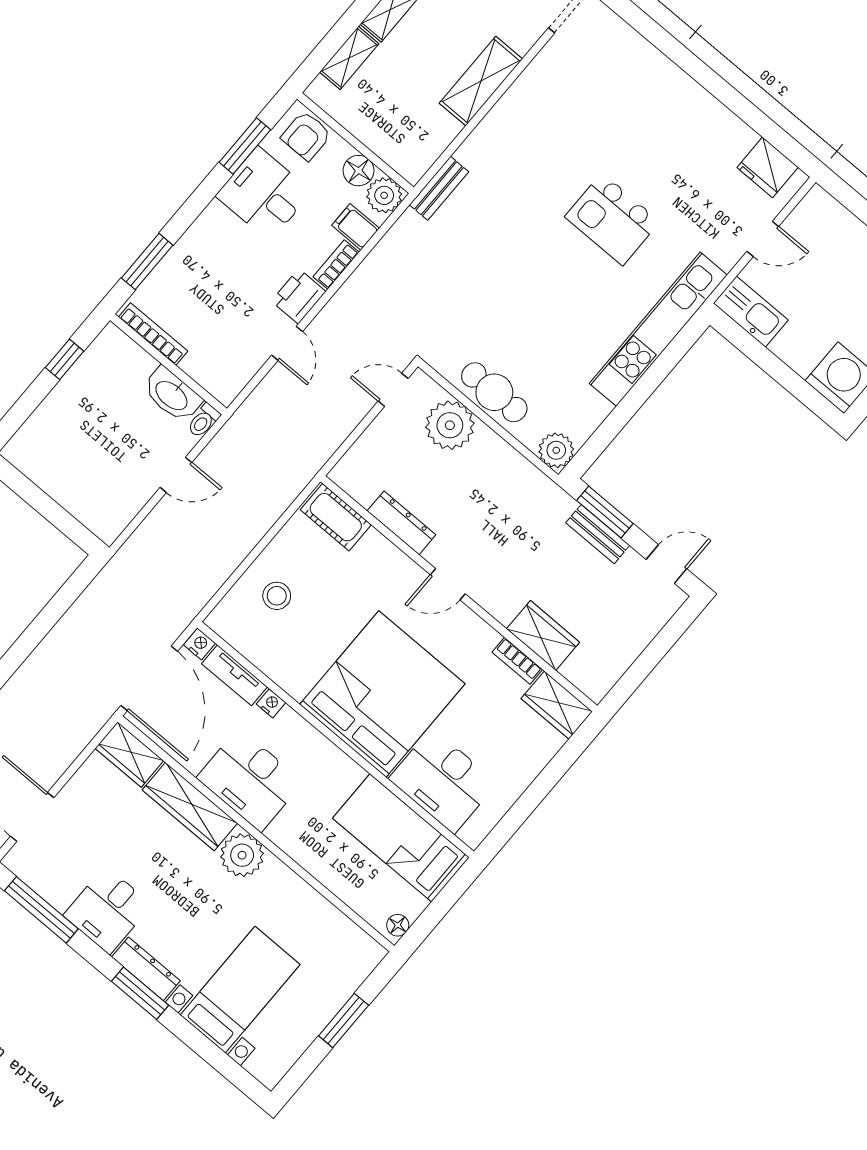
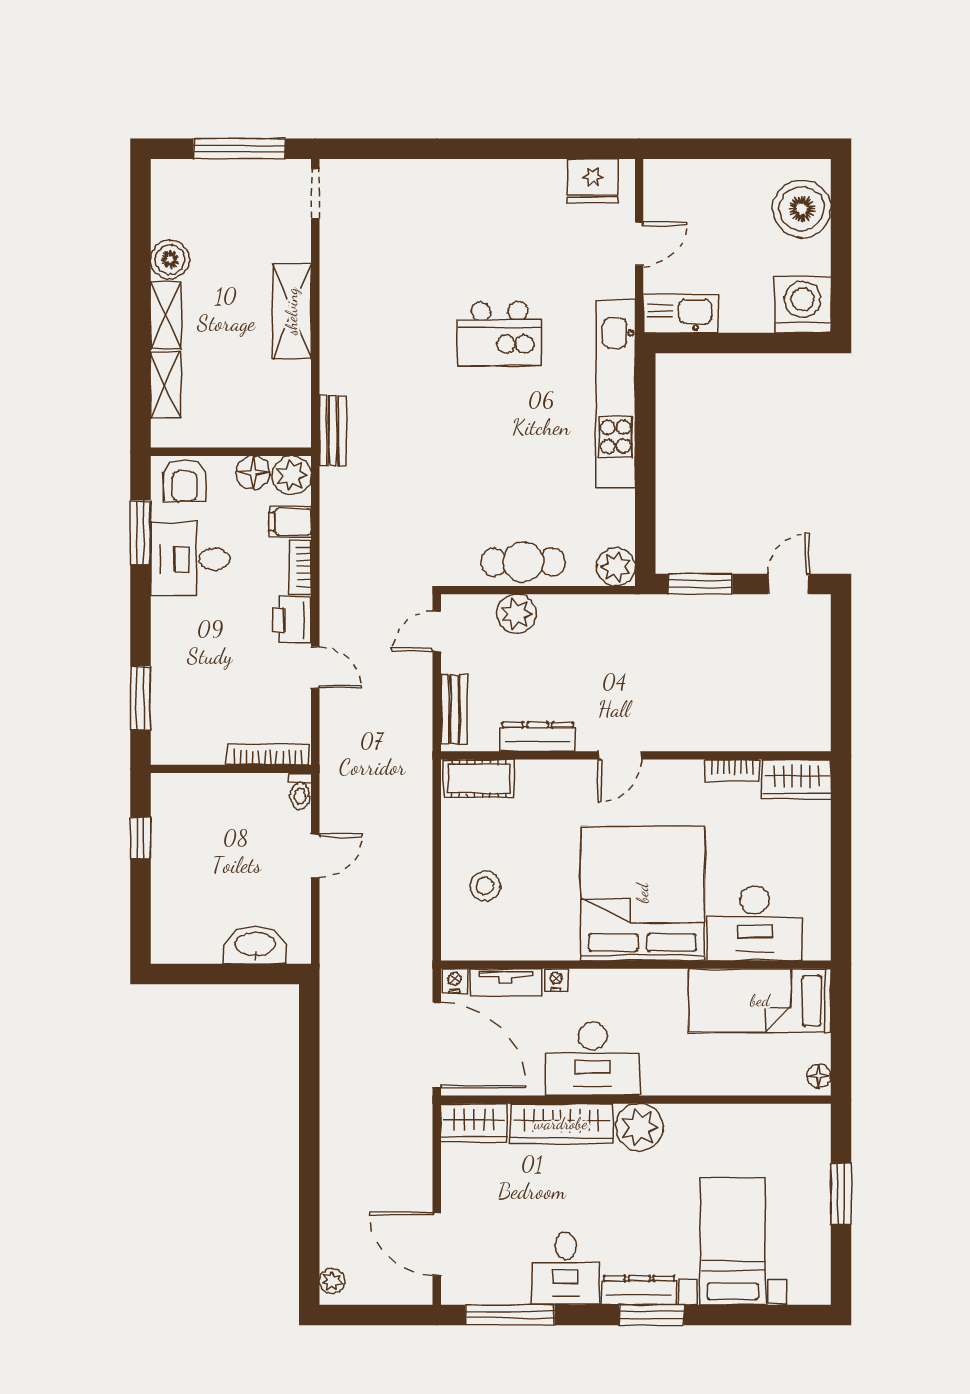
bookcase: (153, 334) -> (268, 754), moved
washbasin: (172, 395) -> (255, 945), moved, turned 180
plant: (450, 425) -> (516, 614), width x0.73, depth x0.73
bench: (598, 534) -> (454, 709), moved, turned 90
wardrobe: (543, 635) -> (736, 731), removed

